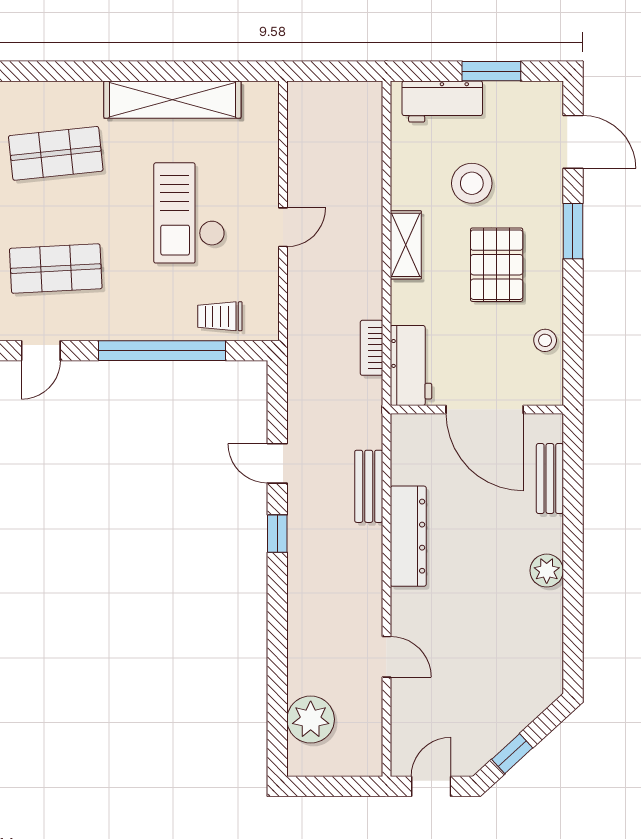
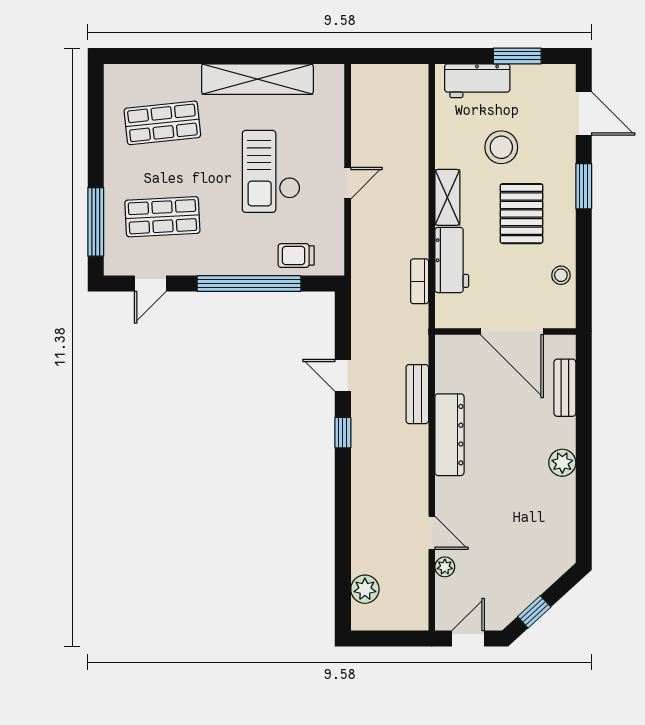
workbench: (411, 365) -> (452, 260), moved
plant: (402, 698) -> (445, 567), added
plant: (311, 719) -> (365, 589), width x0.73, depth x0.73

